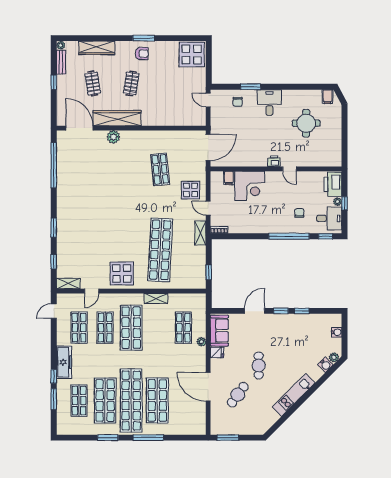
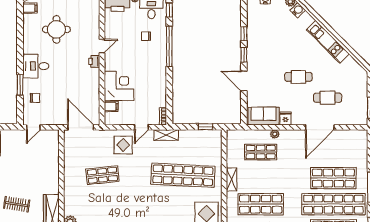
cafe table: (238, 395) -> (328, 98), turned -36

